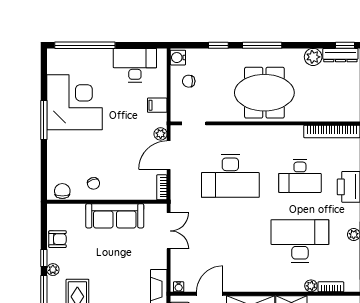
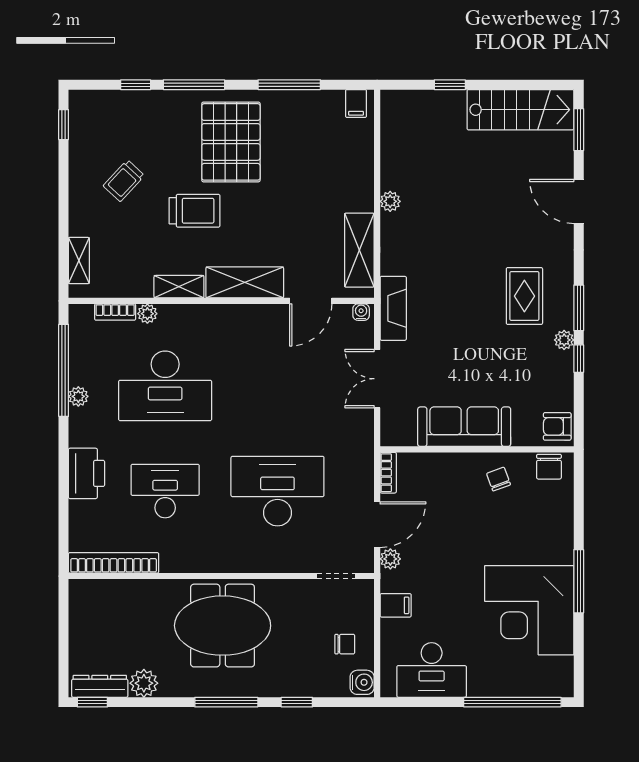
double door: (169, 231) -> (377, 379), moved
armchair: (57, 239) -> (557, 426), moved

